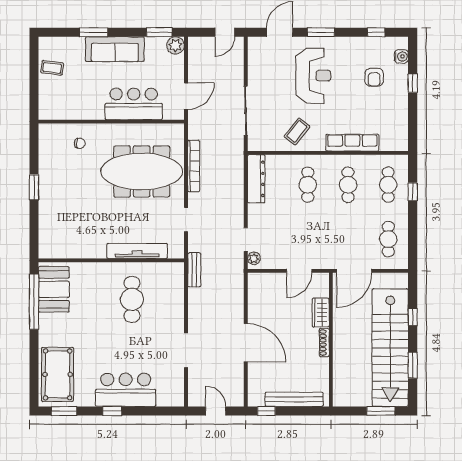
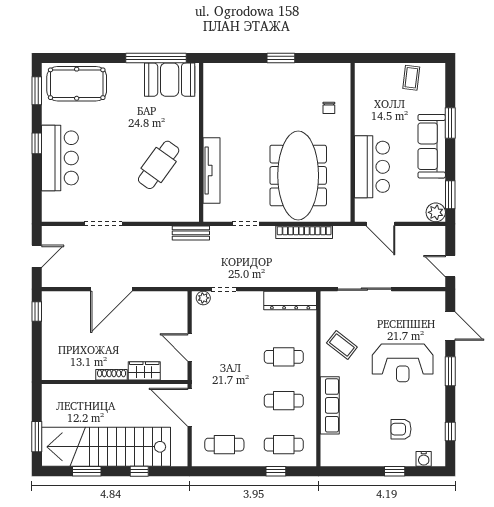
cafe table: (132, 299) -> (159, 165), turned -54
bench: (294, 399) -> (50, 342), removed

